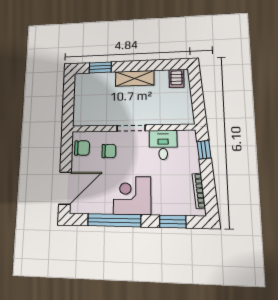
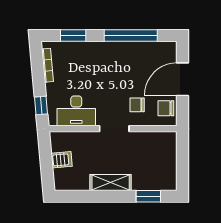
server rack: (176, 78) -> (62, 160), moved, turned 85
desk: (163, 145) -> (76, 111), width x1.37
door: (65, 188) -> (183, 79), moved
corner desk: (132, 195) -> (113, 60), removed

